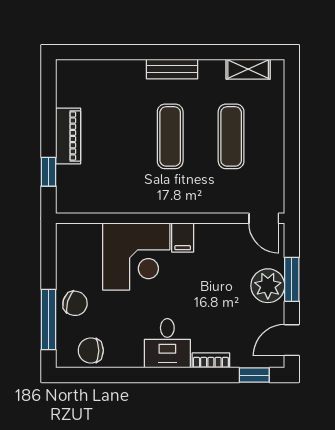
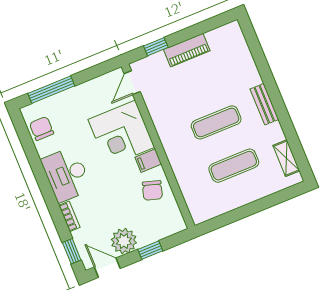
door: (264, 218) -> (132, 83), moved
window: (292, 279) -> (150, 250), width x0.67
plant: (268, 286) -> (124, 241), moved
chair: (75, 303) -> (152, 190), moved
desk: (167, 343) -> (66, 174), width x1.37

